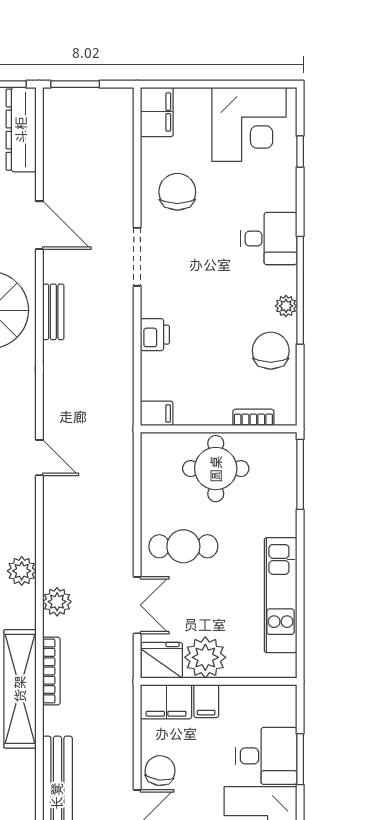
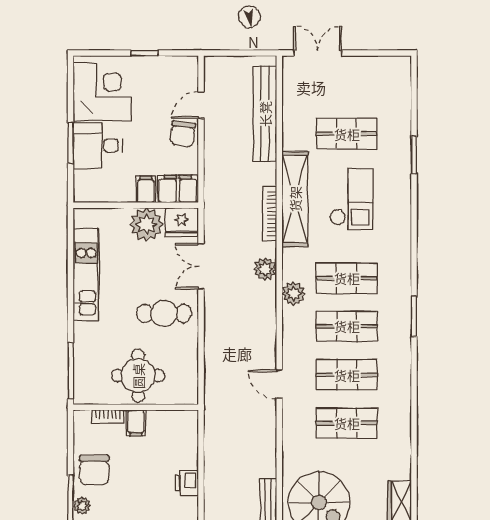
filing cabinet: (157, 413) -> (136, 423), moved, turned -90

